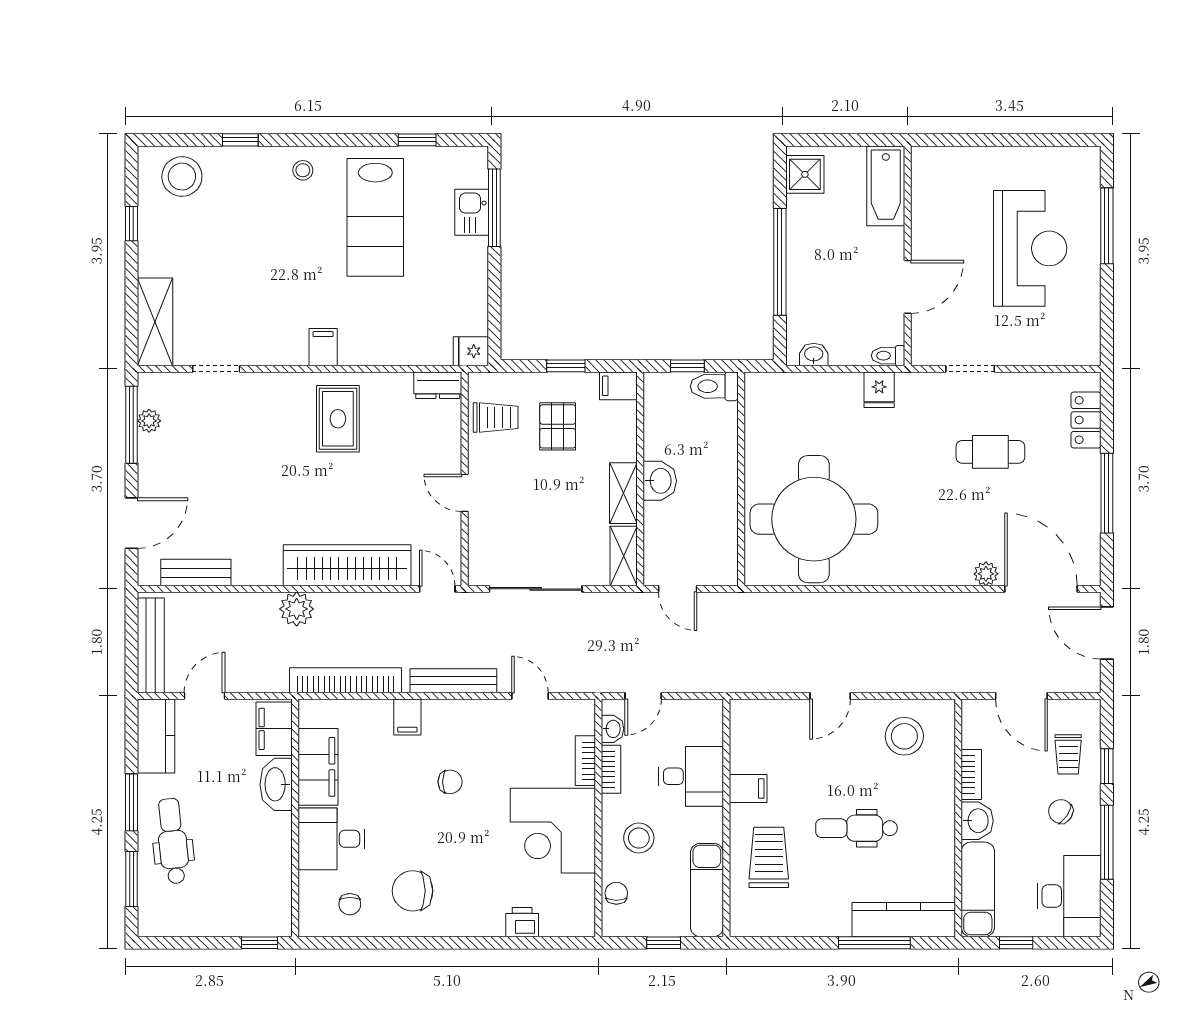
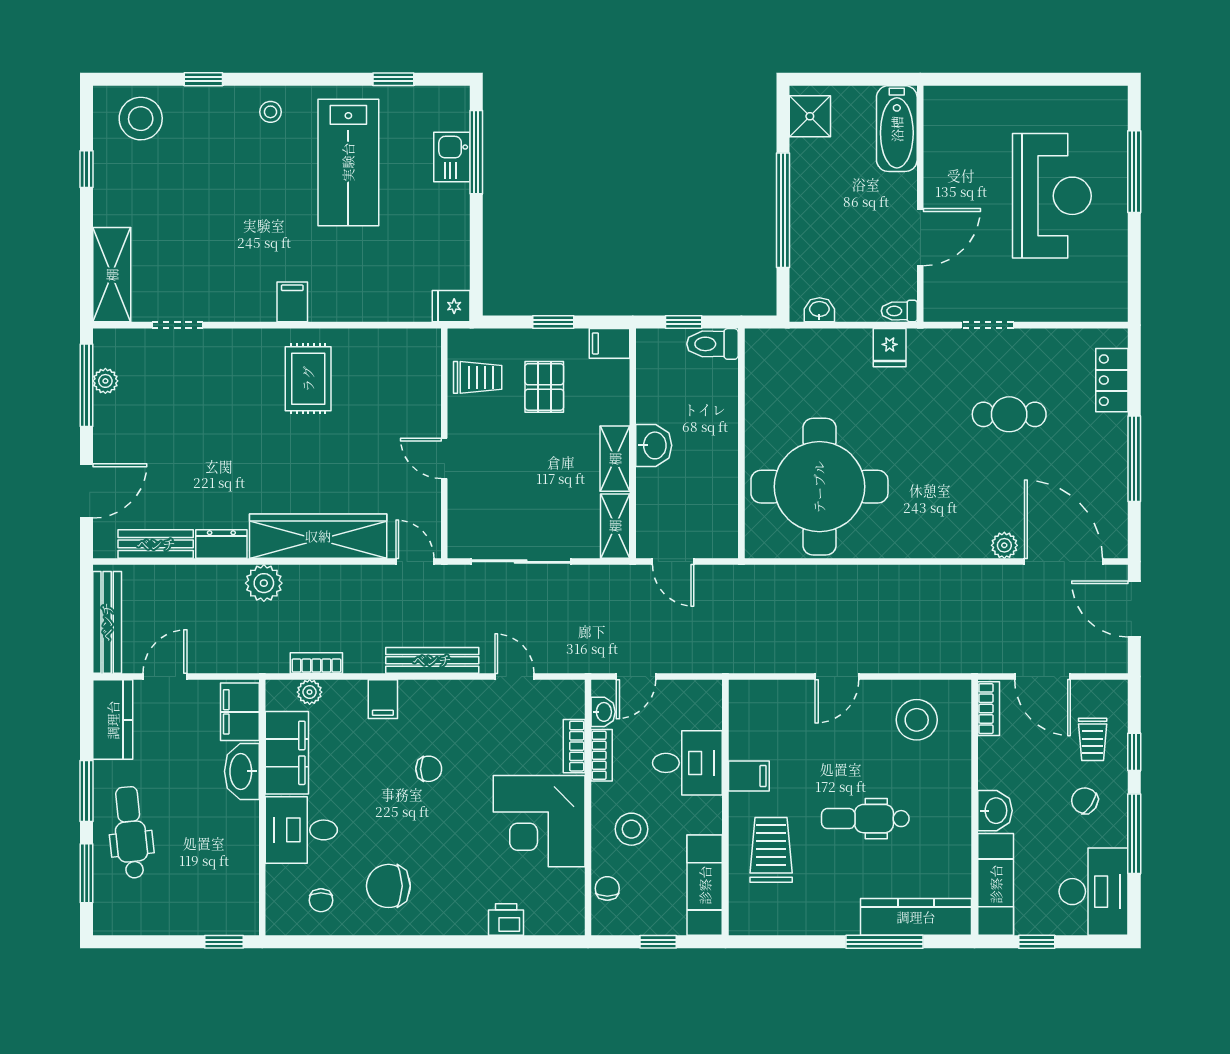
dresser: (438, 385) -> (221, 544), moved, turned 180
bookcase: (346, 680) -> (316, 663), width x0.43, depth x0.76
plant: (339, 710) -> (310, 692), added
bookcase: (971, 774) -> (989, 709), moved

